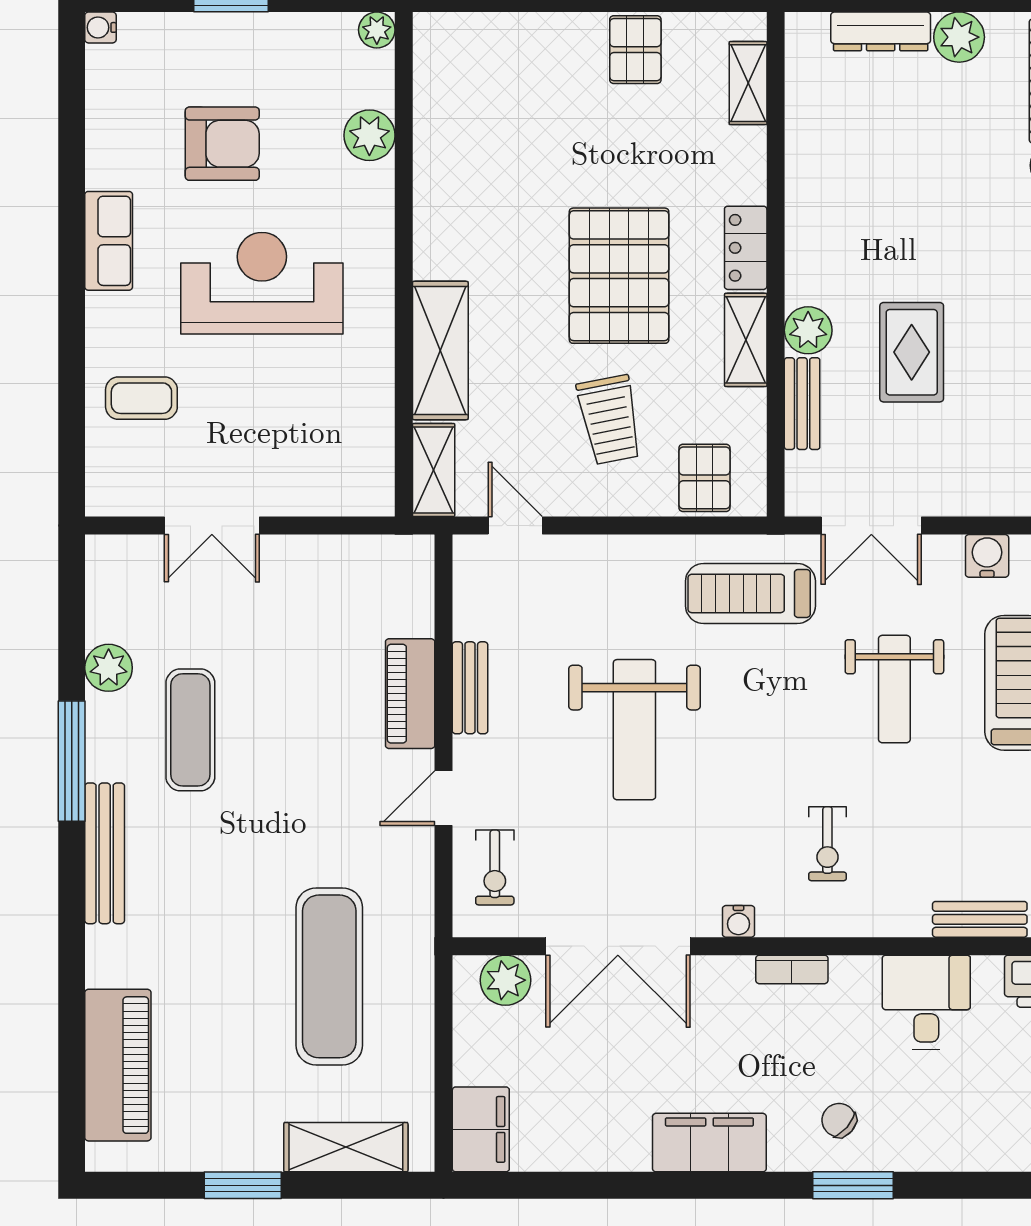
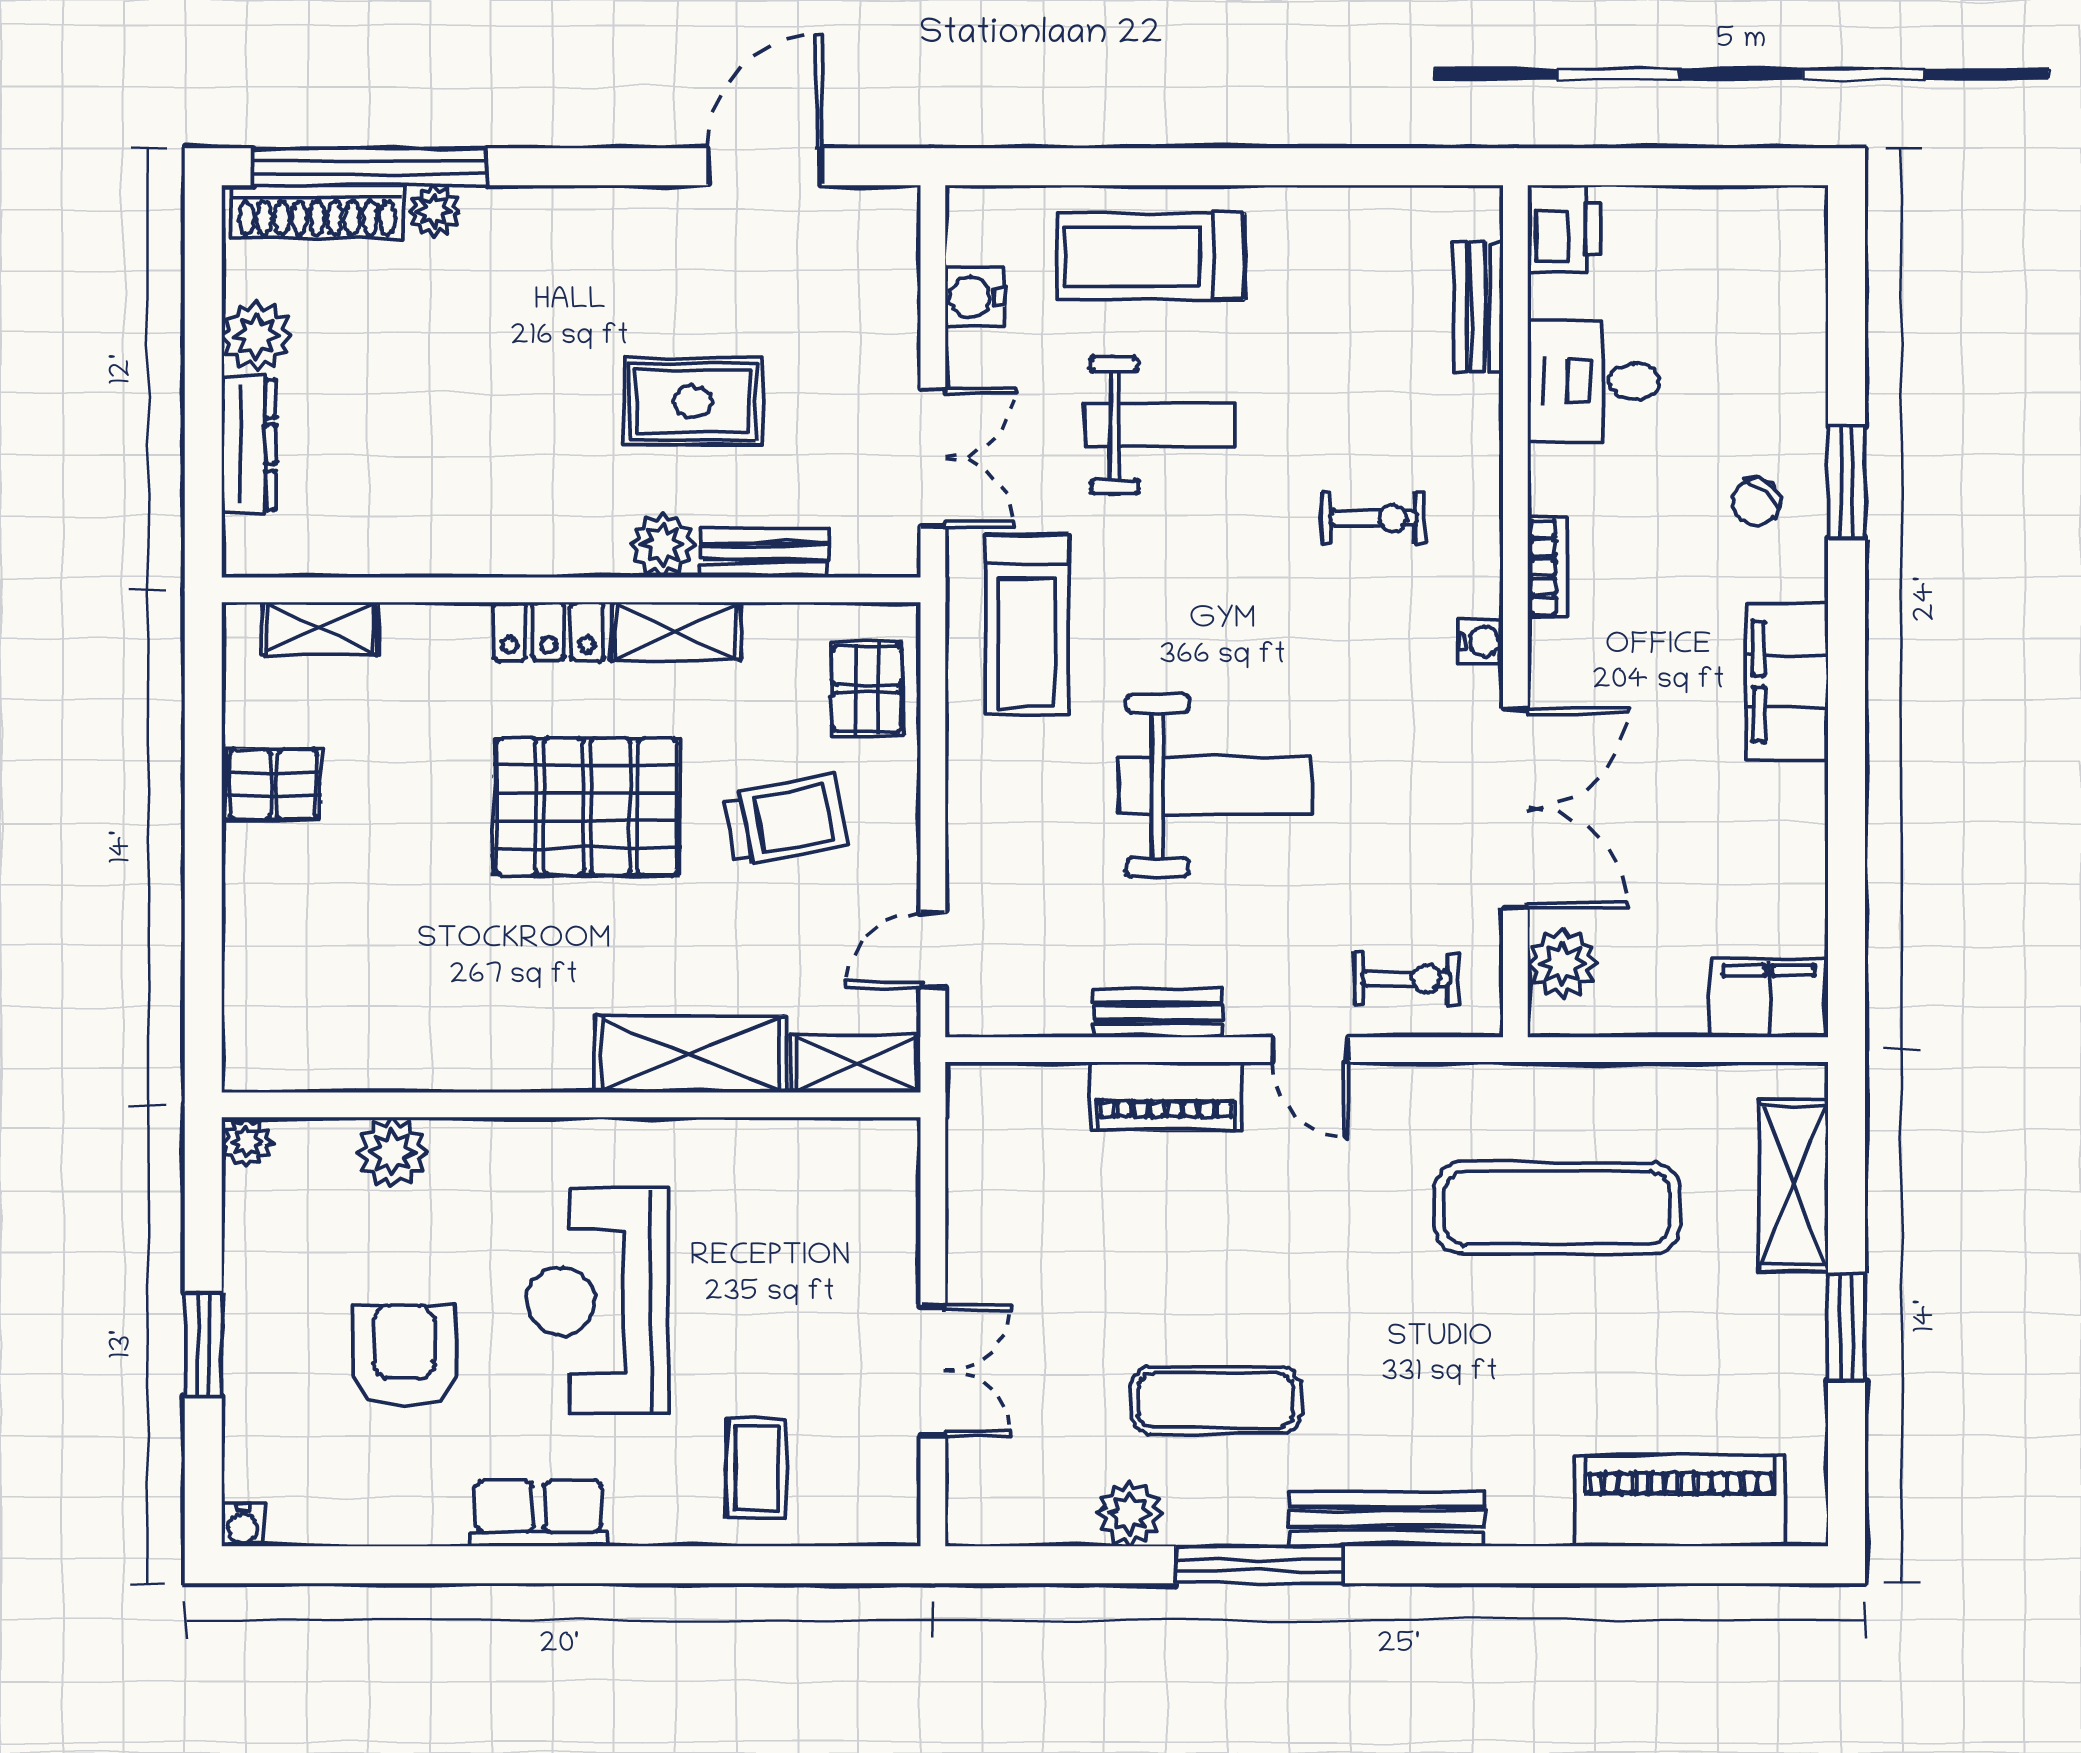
pallet: (704, 478) -> (867, 688), turned 90

